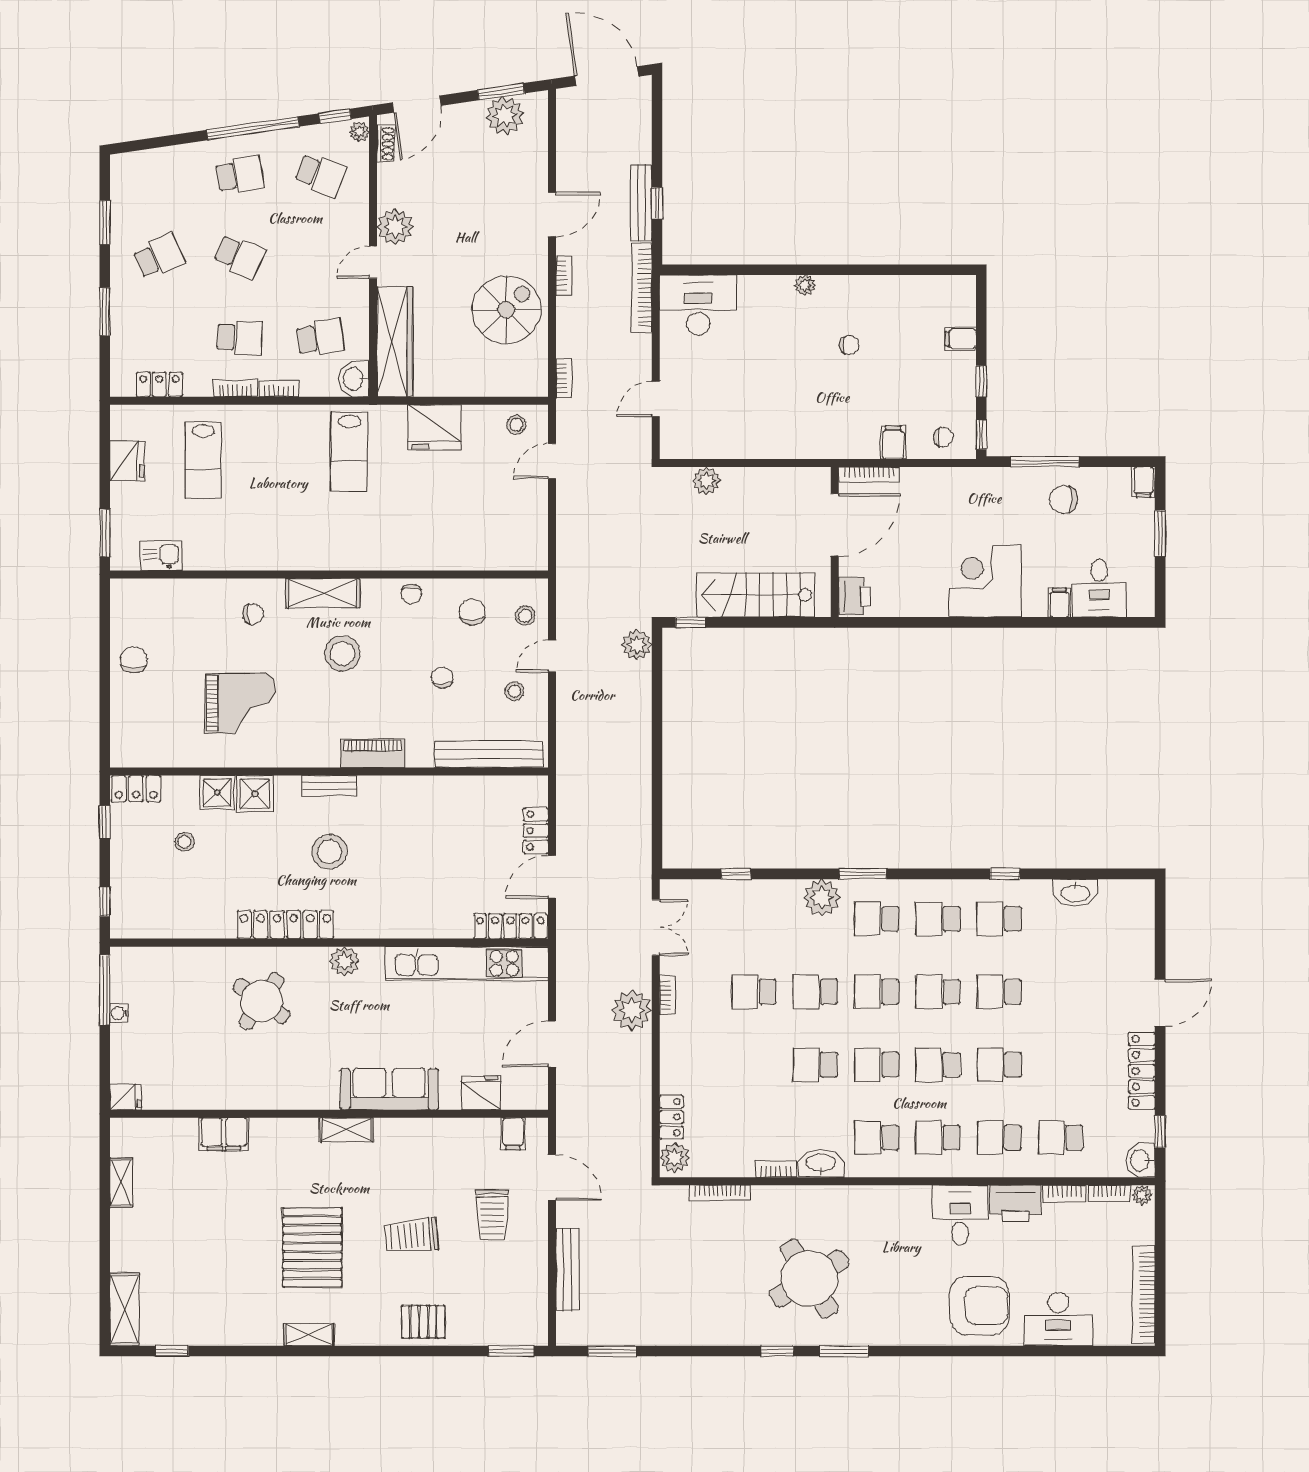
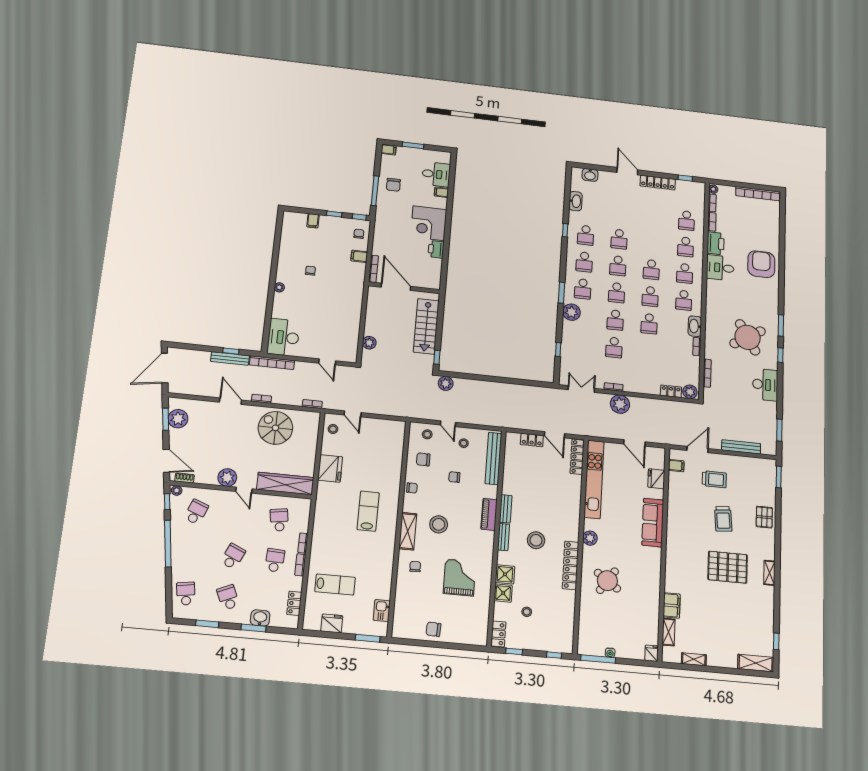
school desk: (240, 175) -> (186, 594), moved
washbasin: (354, 379) -> (260, 618), moved, turned 180
lab bench: (349, 452) -> (368, 511), moved, turned -90
printer: (854, 596) -> (436, 249), moved, turned -90
bench: (387, 786) -> (506, 509), added
school desk: (999, 1065) -> (652, 243), removed
shelving: (346, 1130) -> (669, 632), moved
washbasin: (1141, 1160) -> (590, 175), moved
desk: (1058, 1319) -> (765, 385), moved

